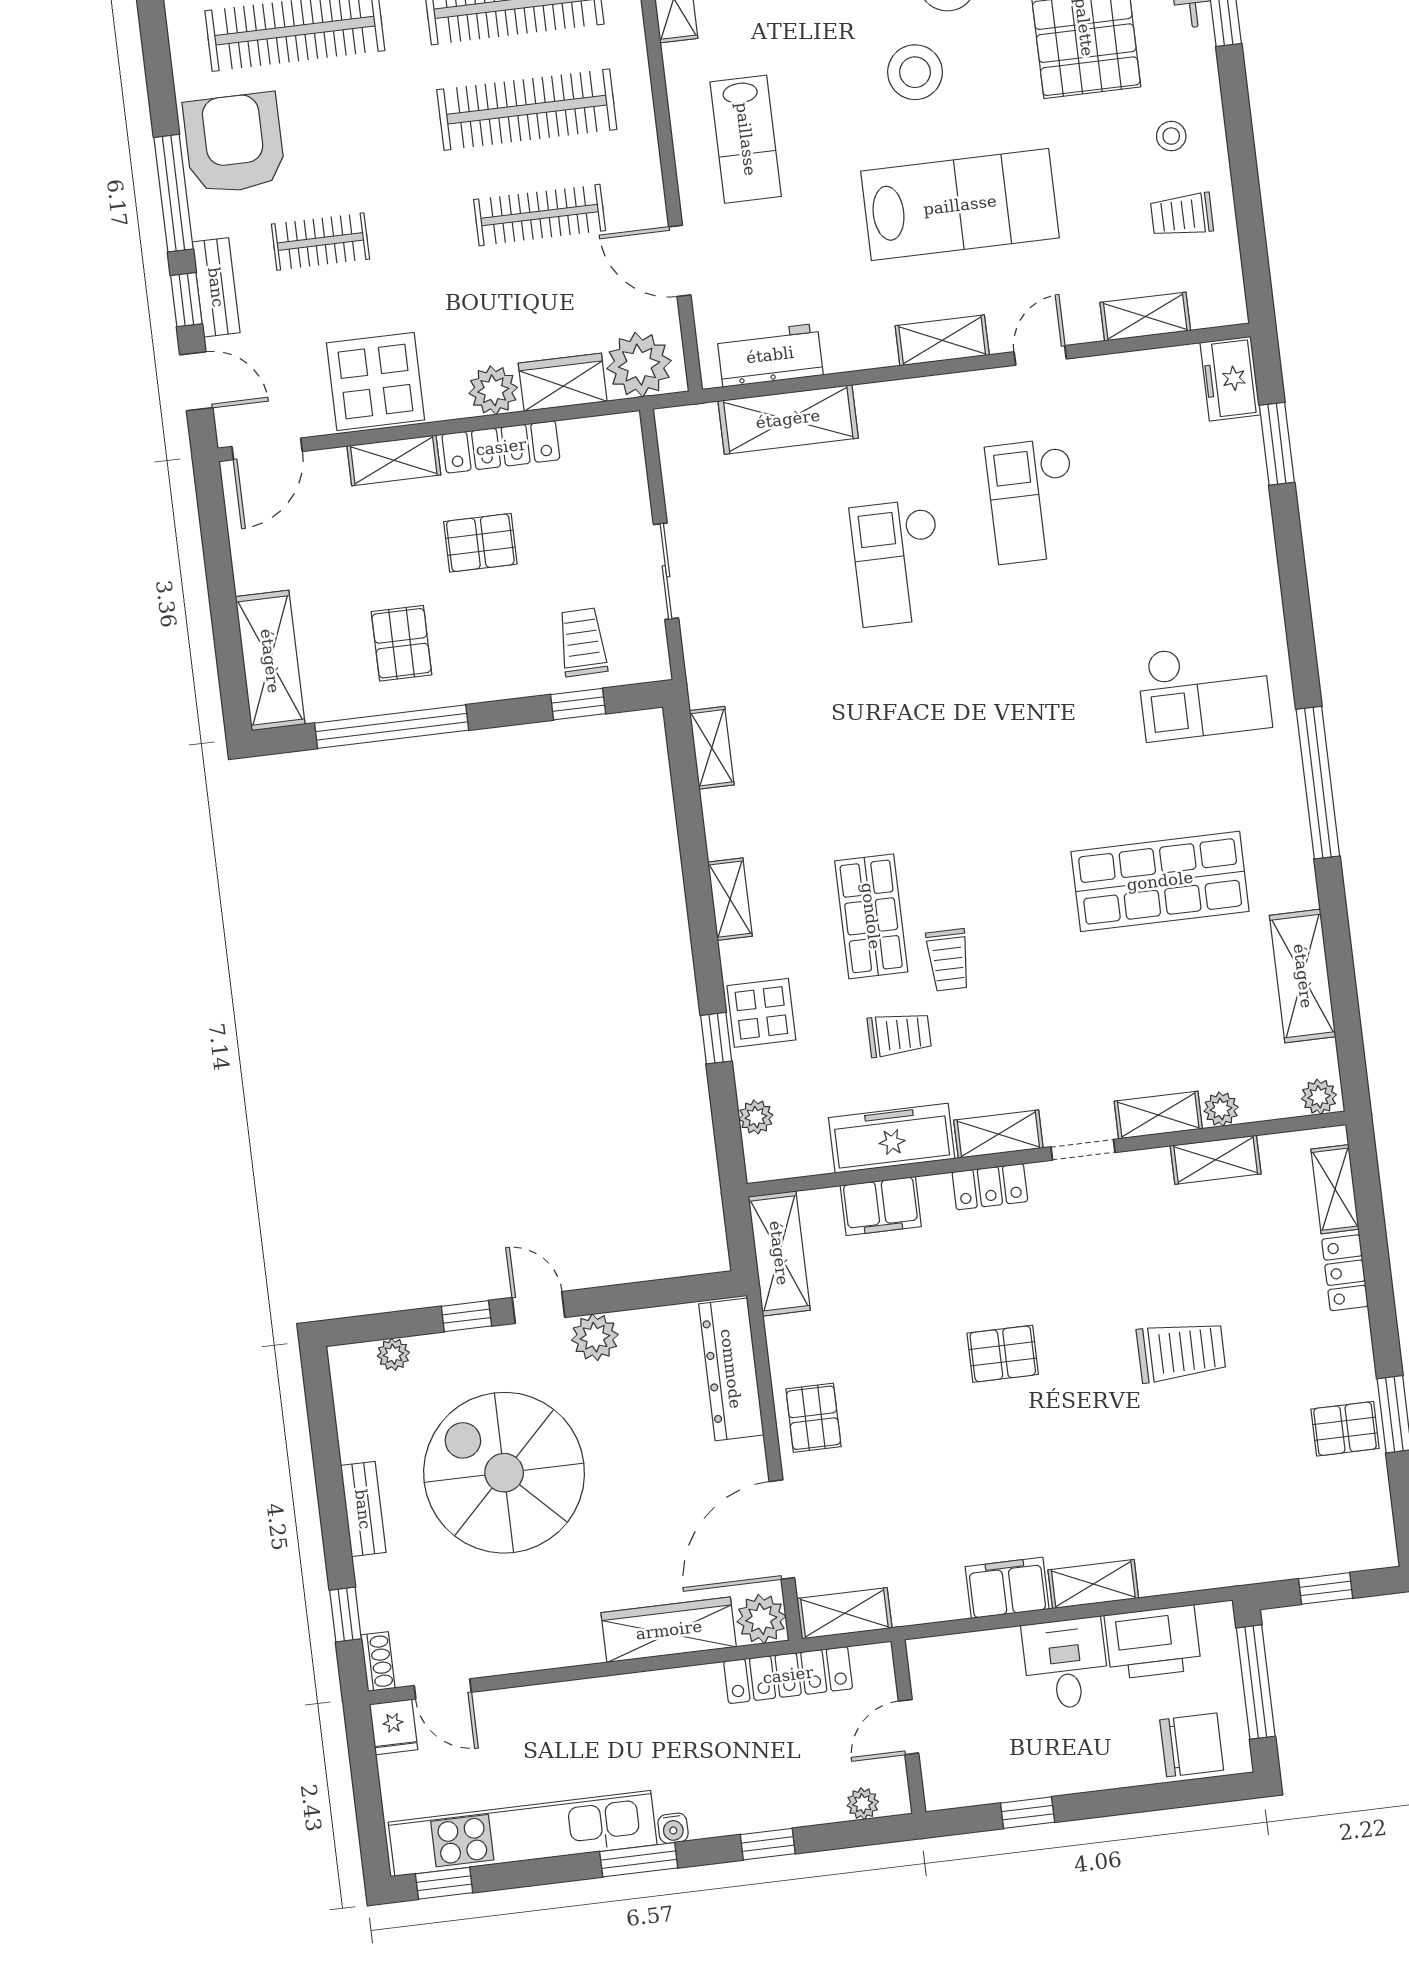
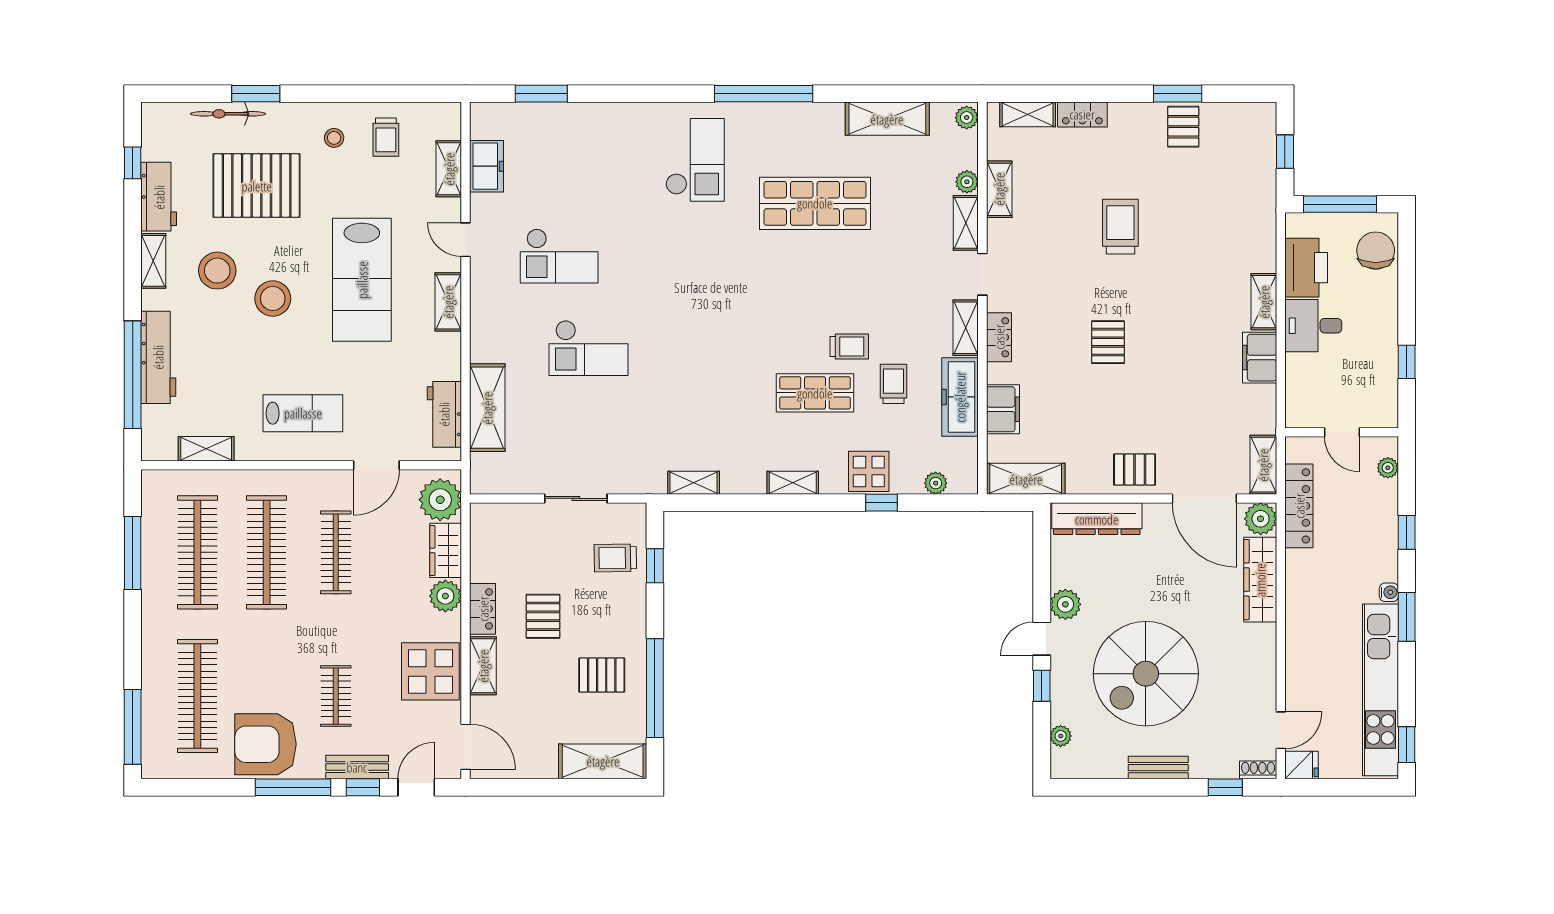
lab bench: (960, 205) -> (362, 280), turned 180
freezer: (1230, 379) -> (487, 166), moved, turned -90
locker: (501, 447) -> (483, 609), width x0.66
shop shelf: (1160, 881) -> (815, 203), turned 90

